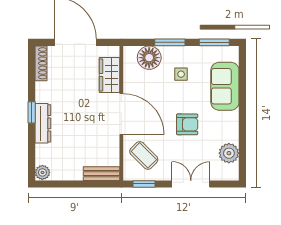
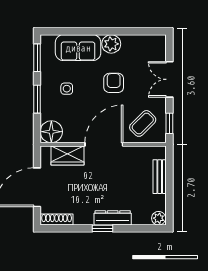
floor lamp: (149, 58) -> (51, 132), moved
plant: (229, 153) -> (111, 44), moved
bench: (102, 174) -> (160, 177), moved

